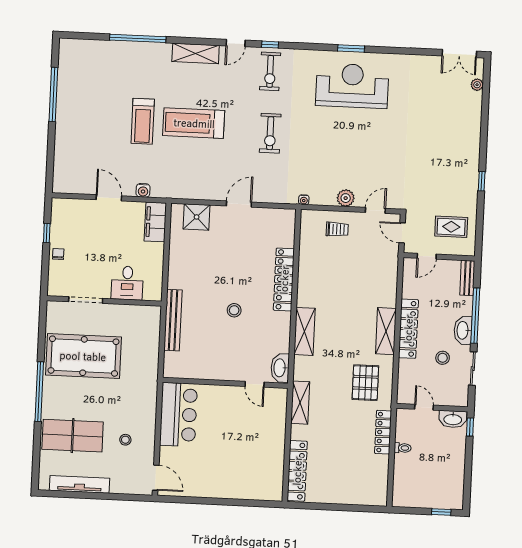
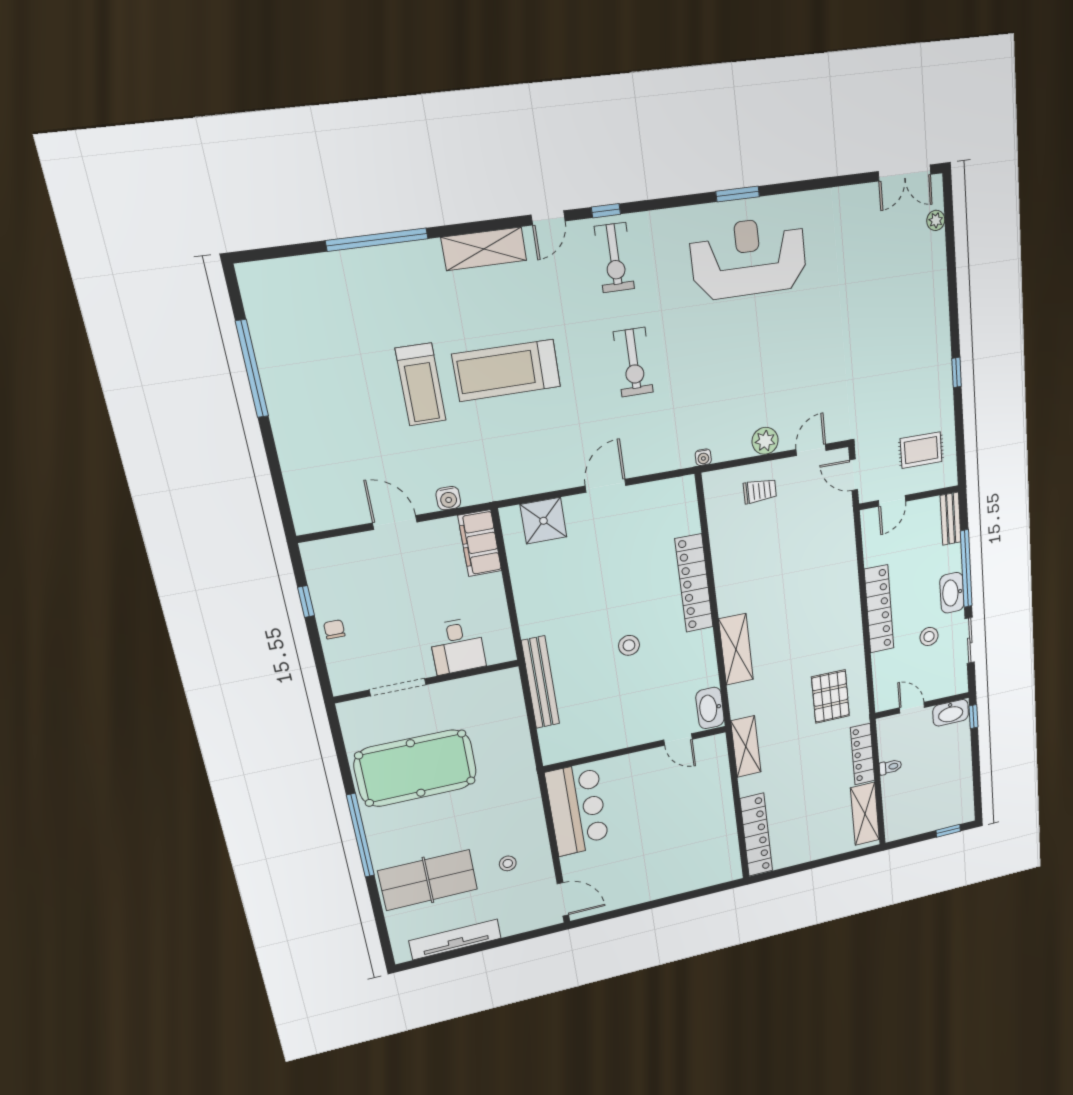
shelving: (386, 331) -> (865, 814), moved

